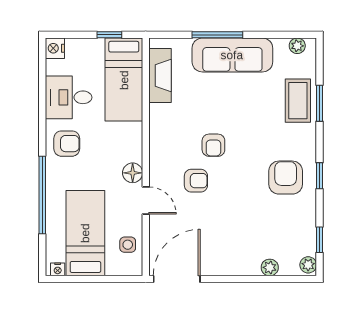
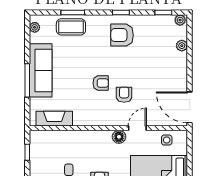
bed: (124, 80) -> (57, 143), removed

